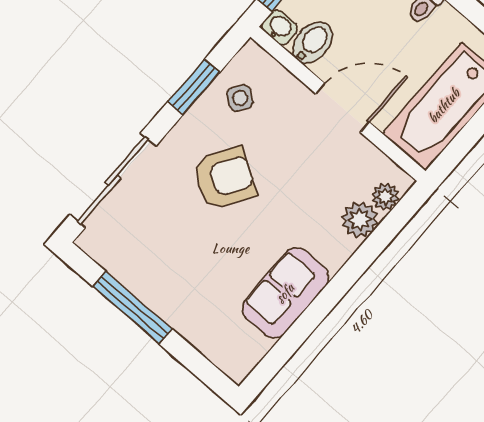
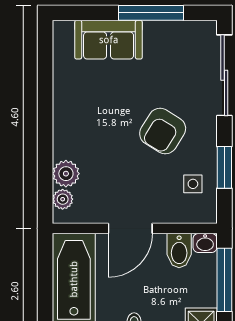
side table: (240, 98) -> (193, 184), turned -37
sofa: (285, 293) -> (109, 40), moved, turned 90

